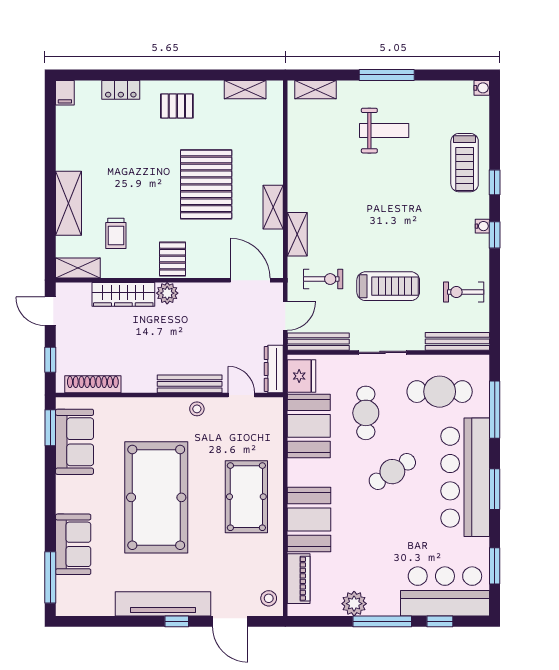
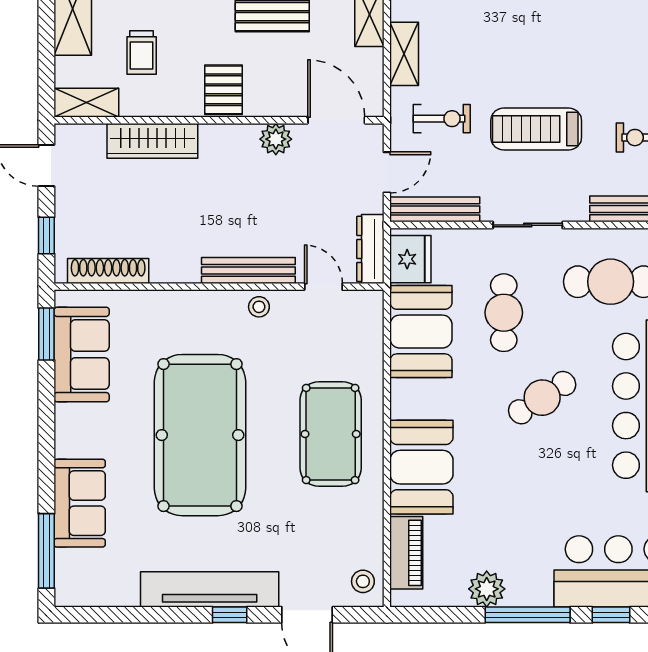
treadmill: (388, 286) -> (536, 129), turned 180
plant: (167, 293) -> (276, 139), moved

